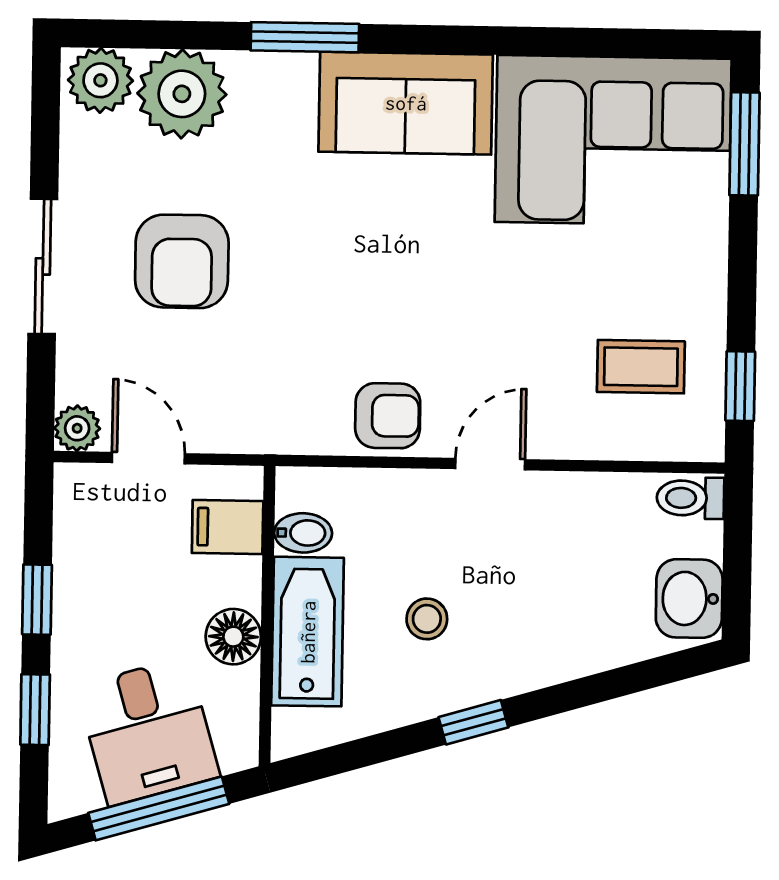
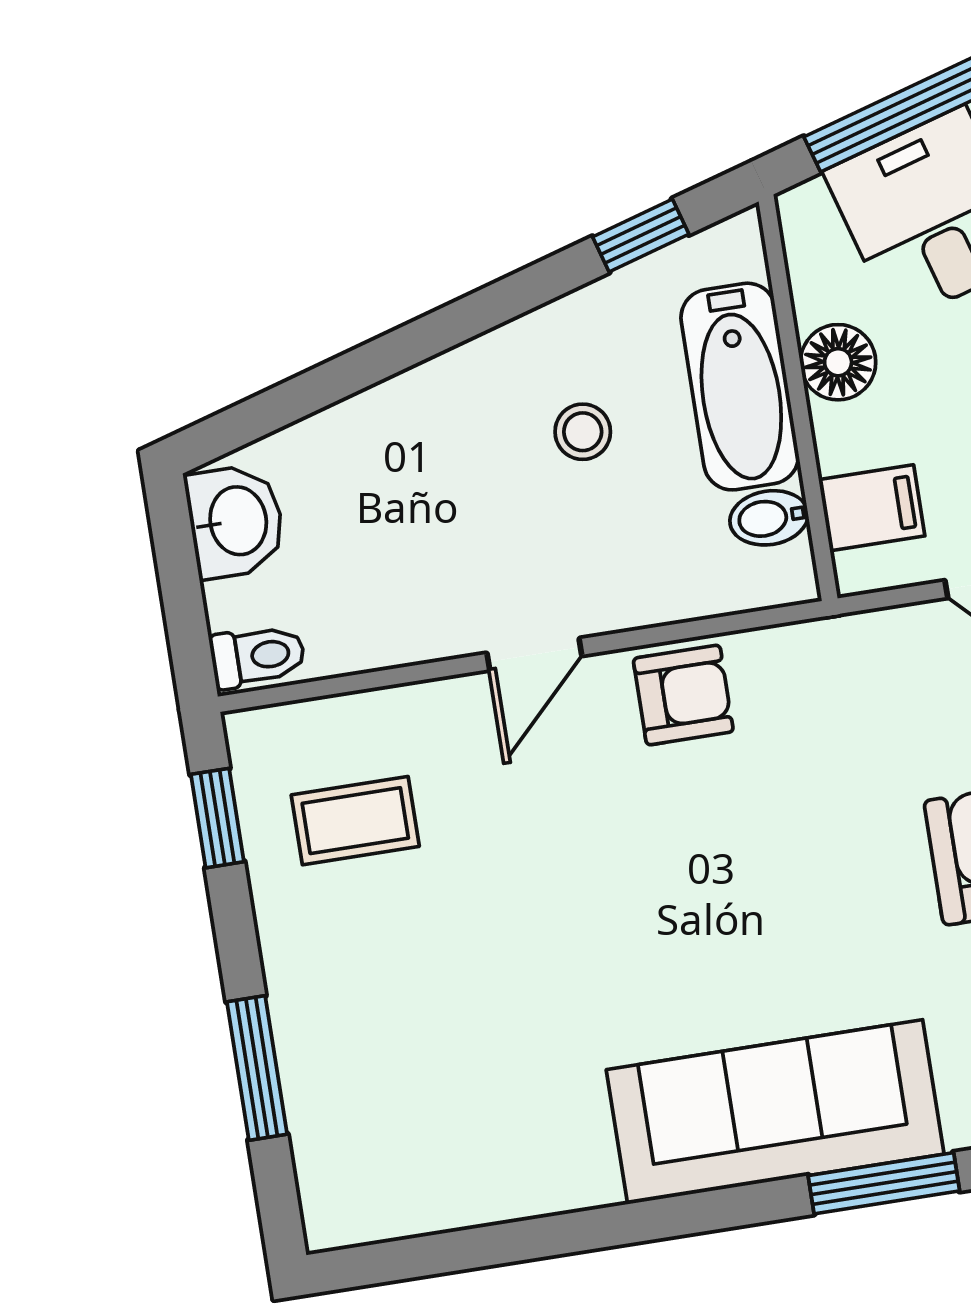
sofa: (406, 103) -> (775, 1112), width x1.36
corner sofa: (613, 140) -> (446, 1118), removed
window: (744, 144) -> (257, 1068), moved
armchair: (388, 416) -> (683, 695), turned 180
window: (473, 722) -> (641, 236), moved

